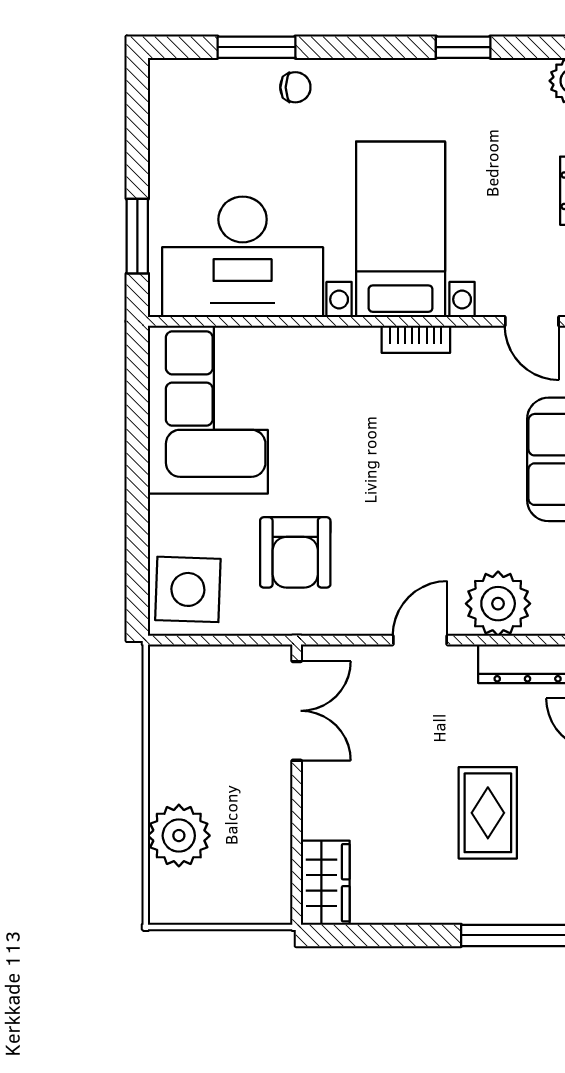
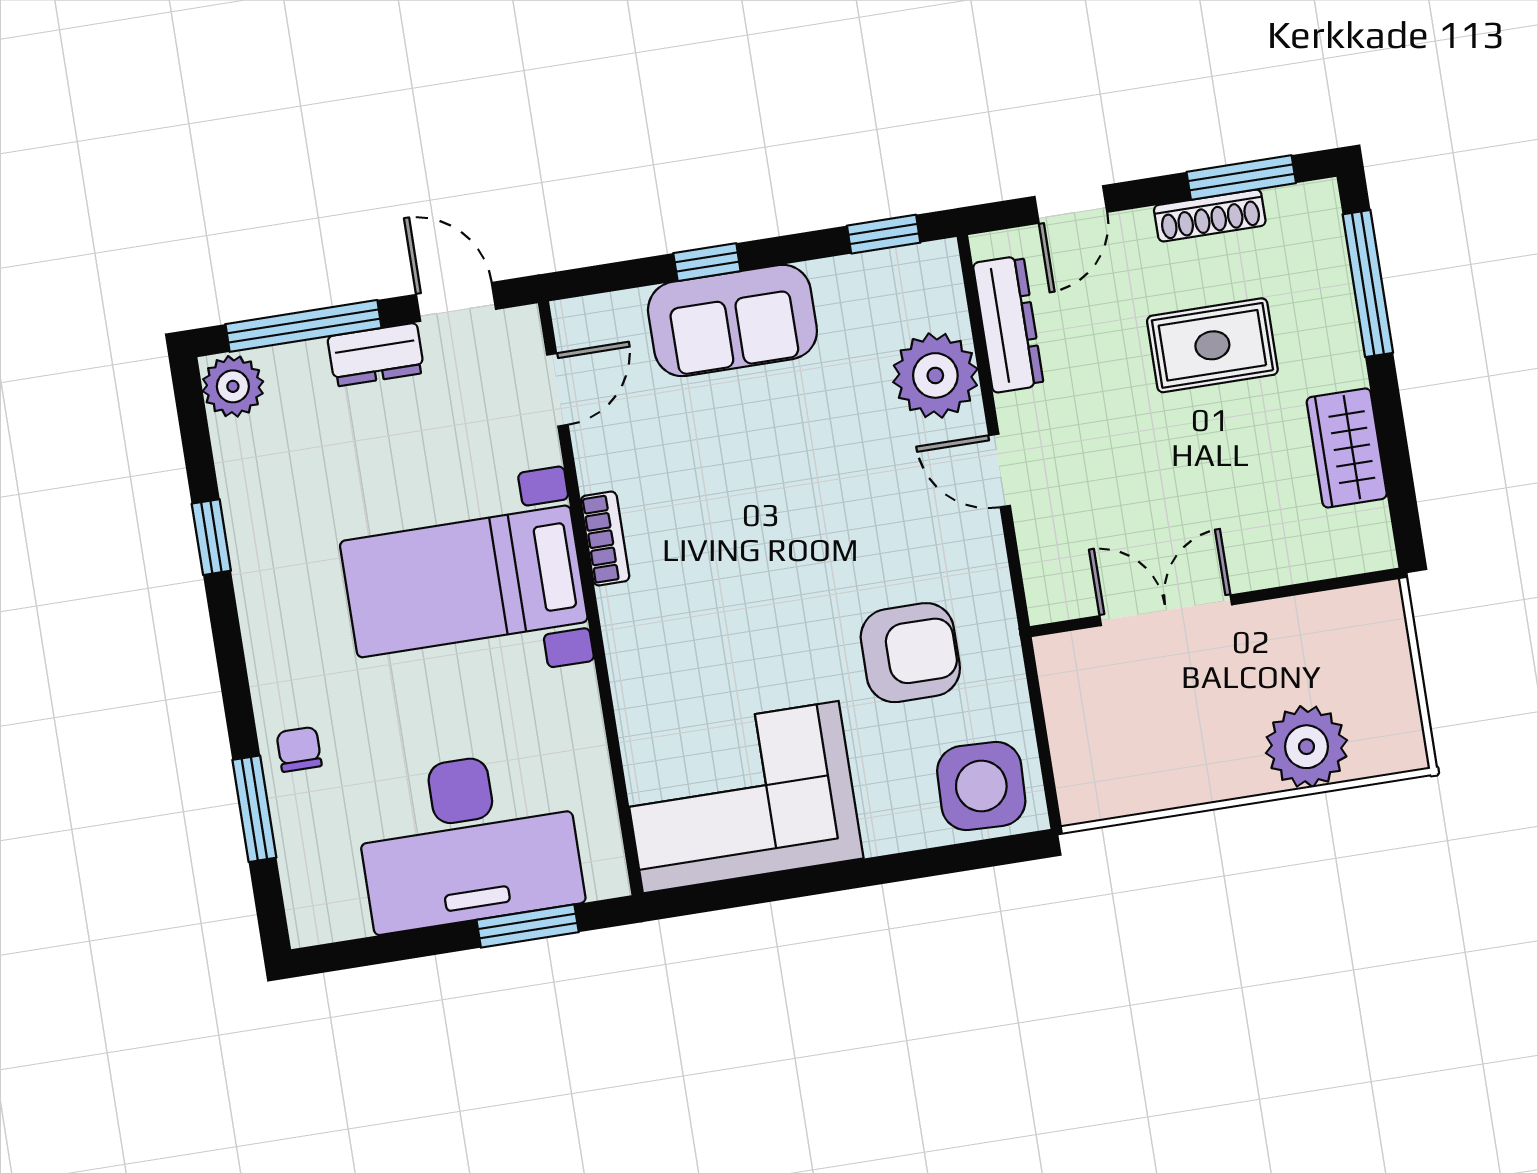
desk: (243, 257) -> (468, 840), moved, turned 90
double door: (297, 711) -> (1166, 610), moved
wardrobe: (325, 883) -> (1347, 448), moved, turned -90

